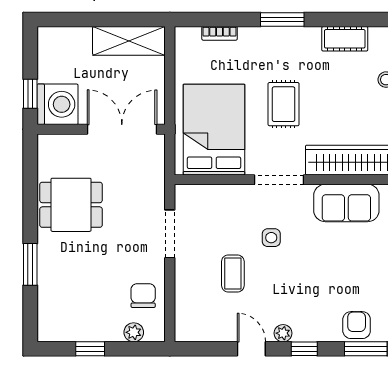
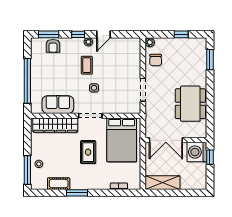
window: (282, 19) -> (77, 193), moved
dining table: (71, 205) -> (190, 104), width x1.38
window: (30, 264) -> (210, 60), moved
coffee table: (233, 273) -> (87, 65), moved
plant: (134, 332) -> (150, 42), moved
door: (251, 349) -> (104, 34), hinge flipped

